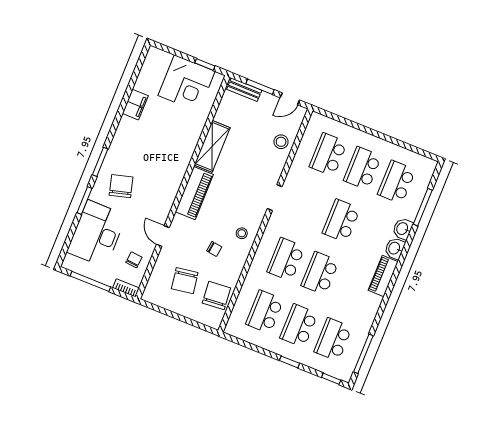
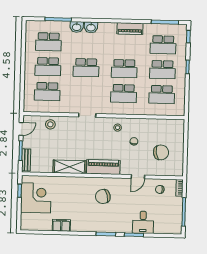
door: (290, 99) -> (21, 129), hinge flipped
chair: (121, 186) -> (103, 197), moved
desk: (97, 234) -> (143, 222), width x0.53, depth x0.77
piano: (383, 276) -> (130, 29), moved
chair: (216, 295) -> (163, 129), removed

